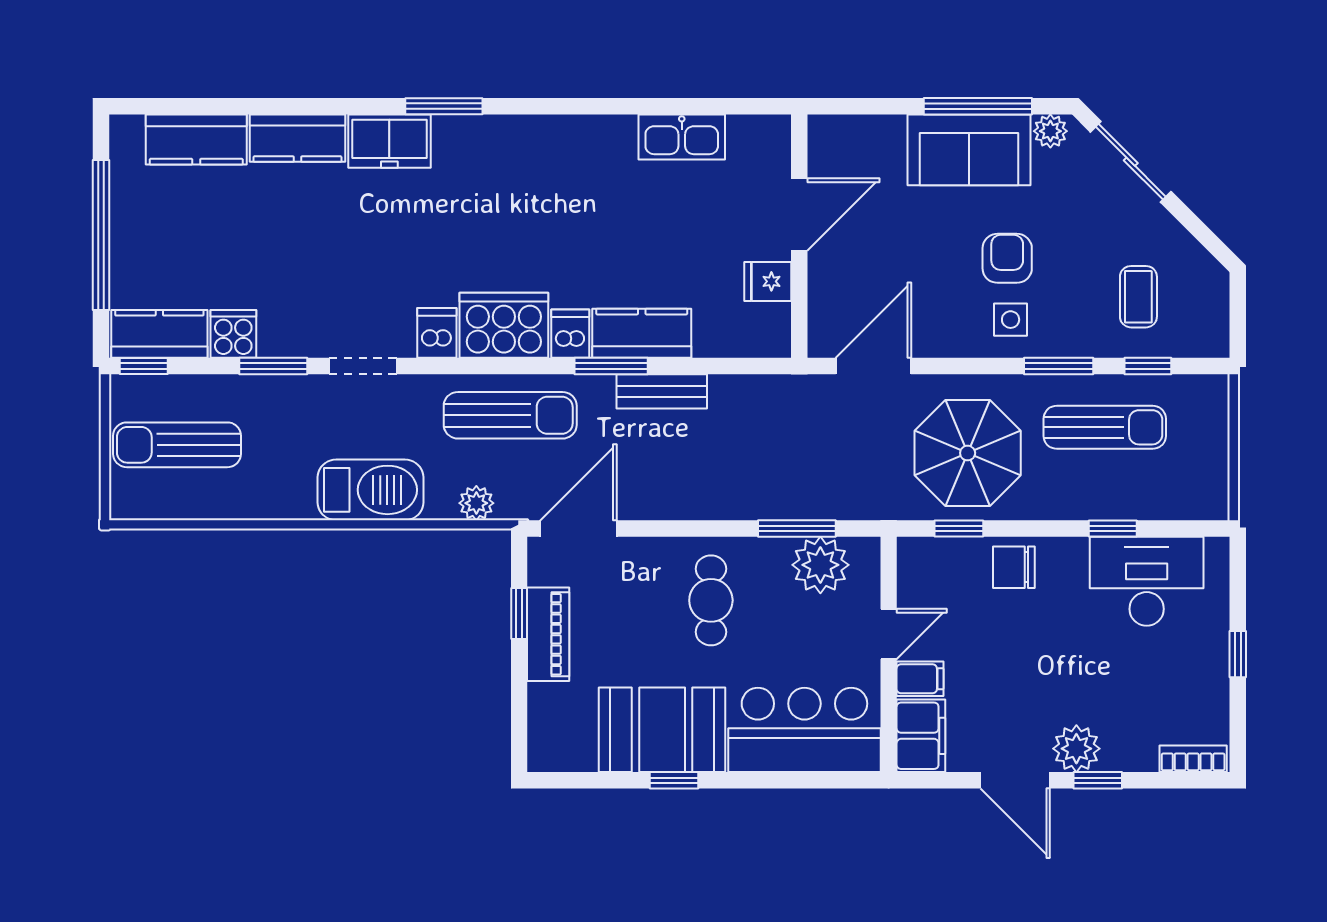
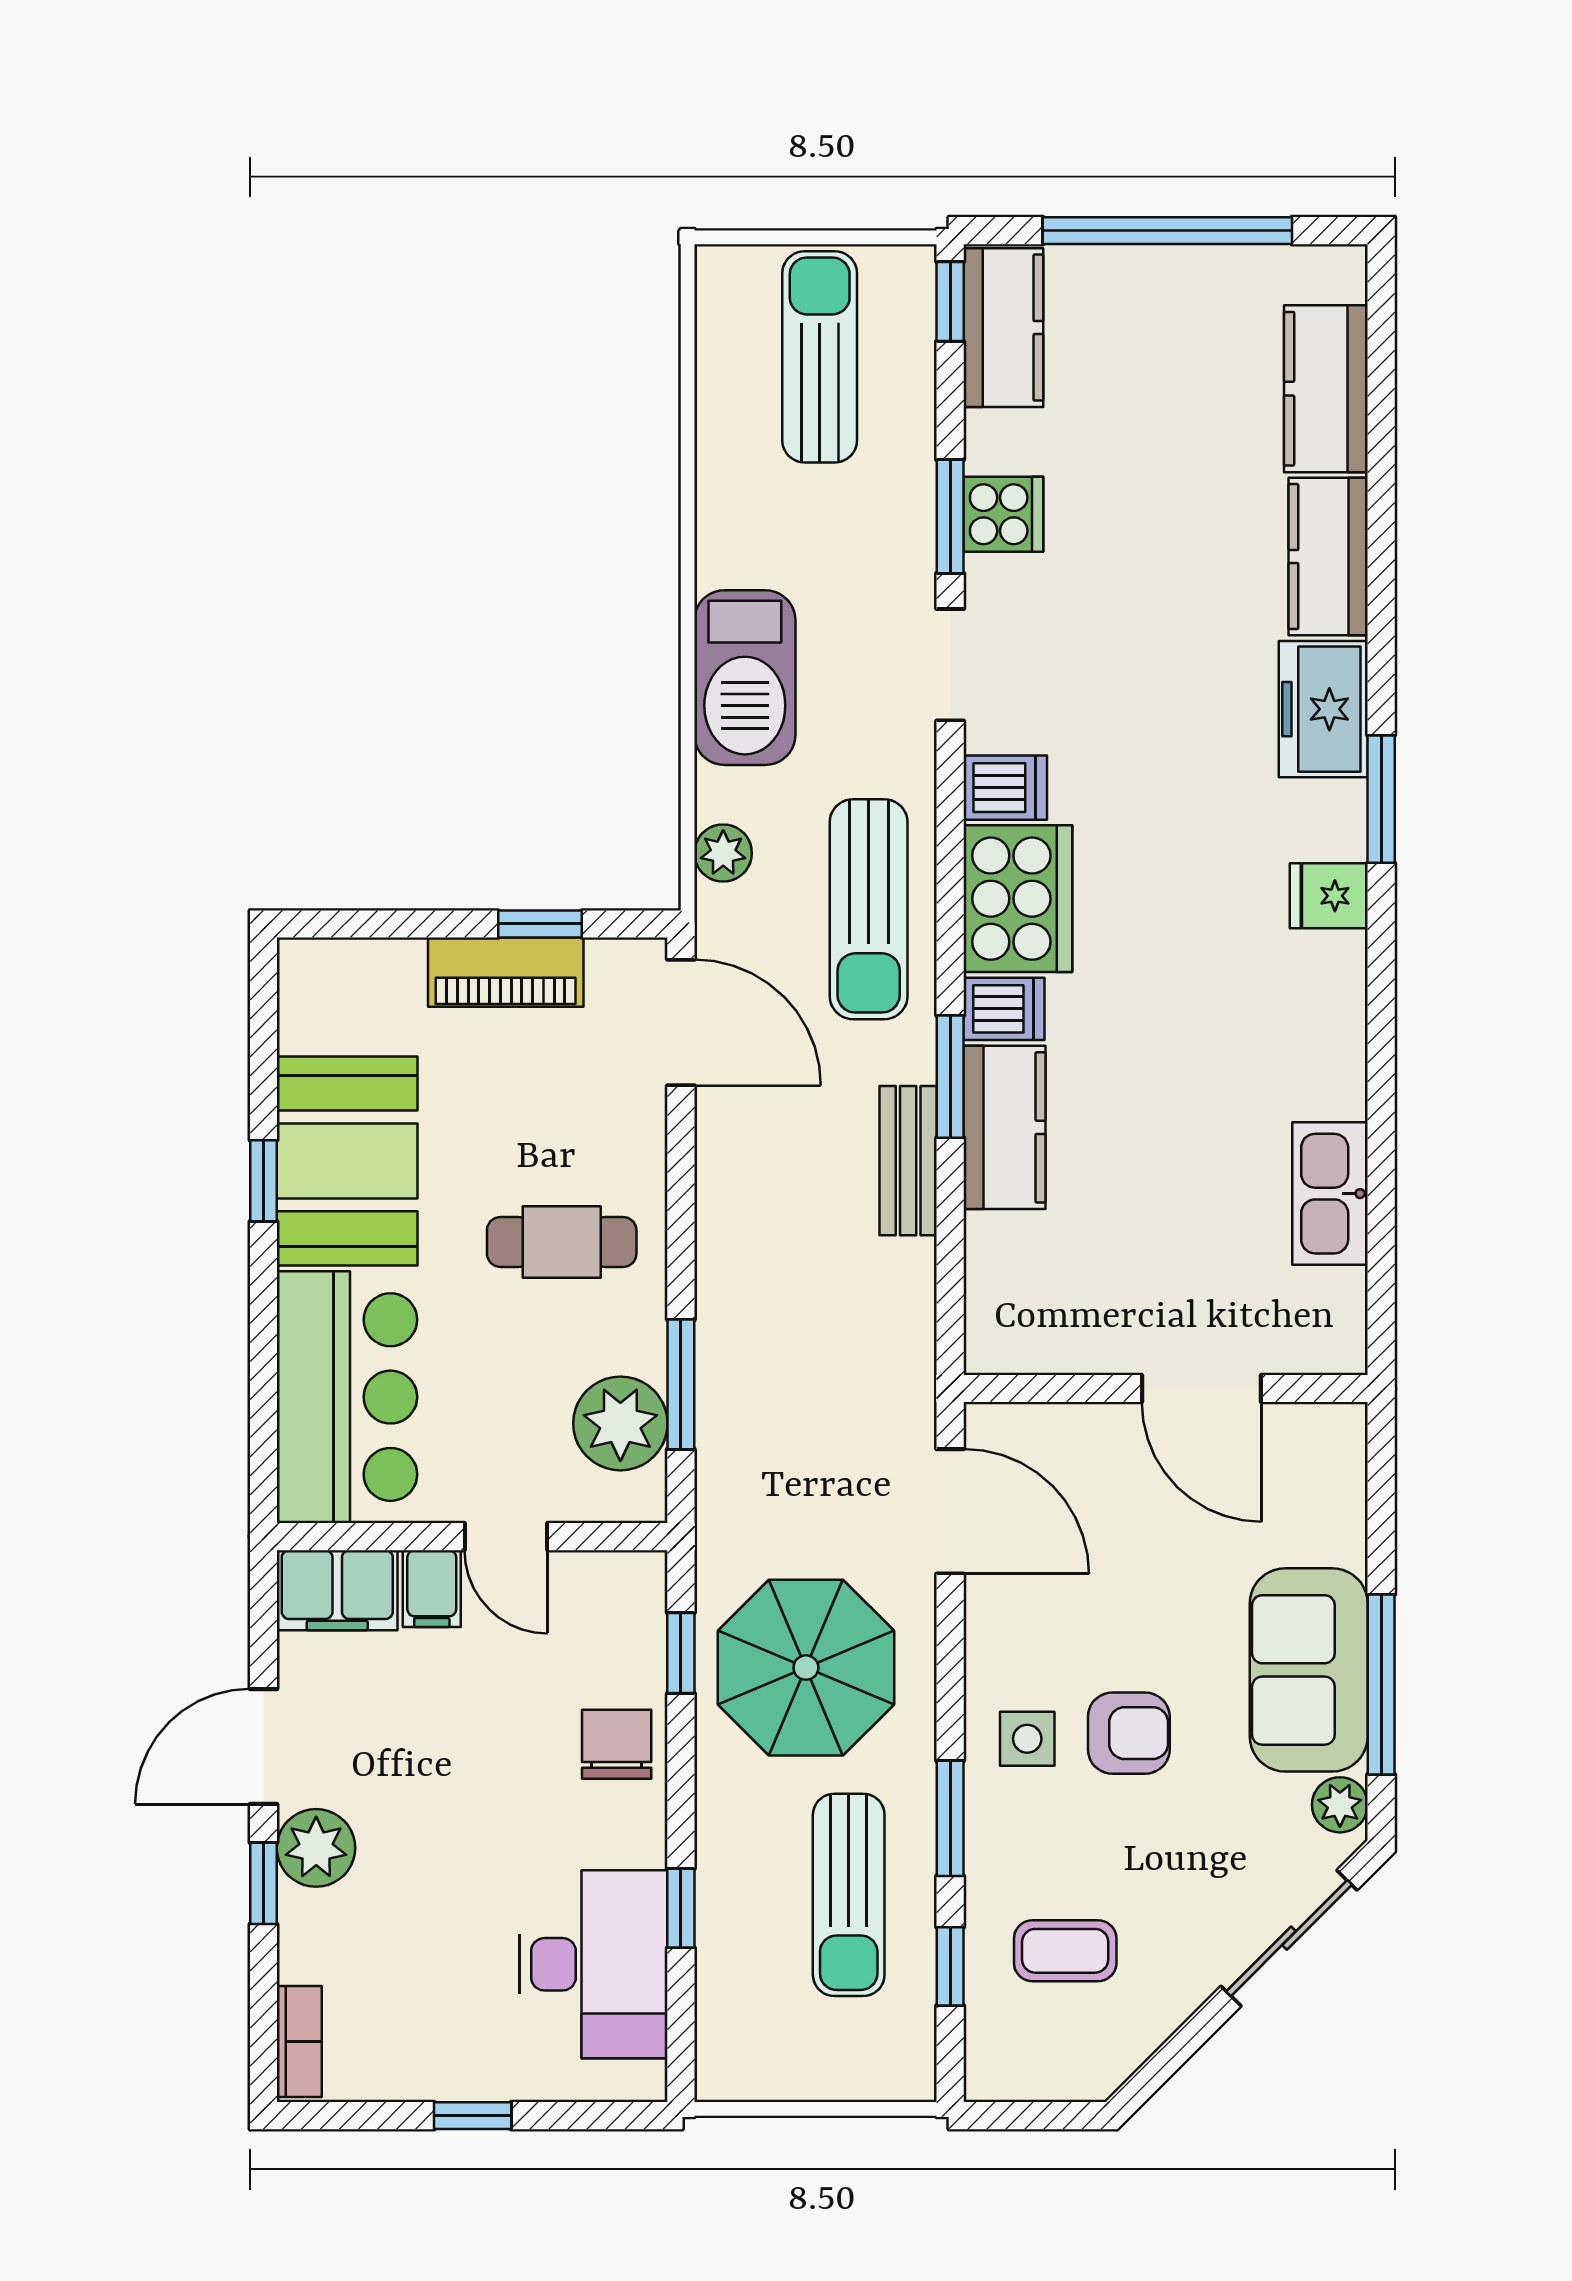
fridge: (768, 281) -> (1329, 896), moved, turned -90
cooker: (233, 334) -> (1003, 514), moved

